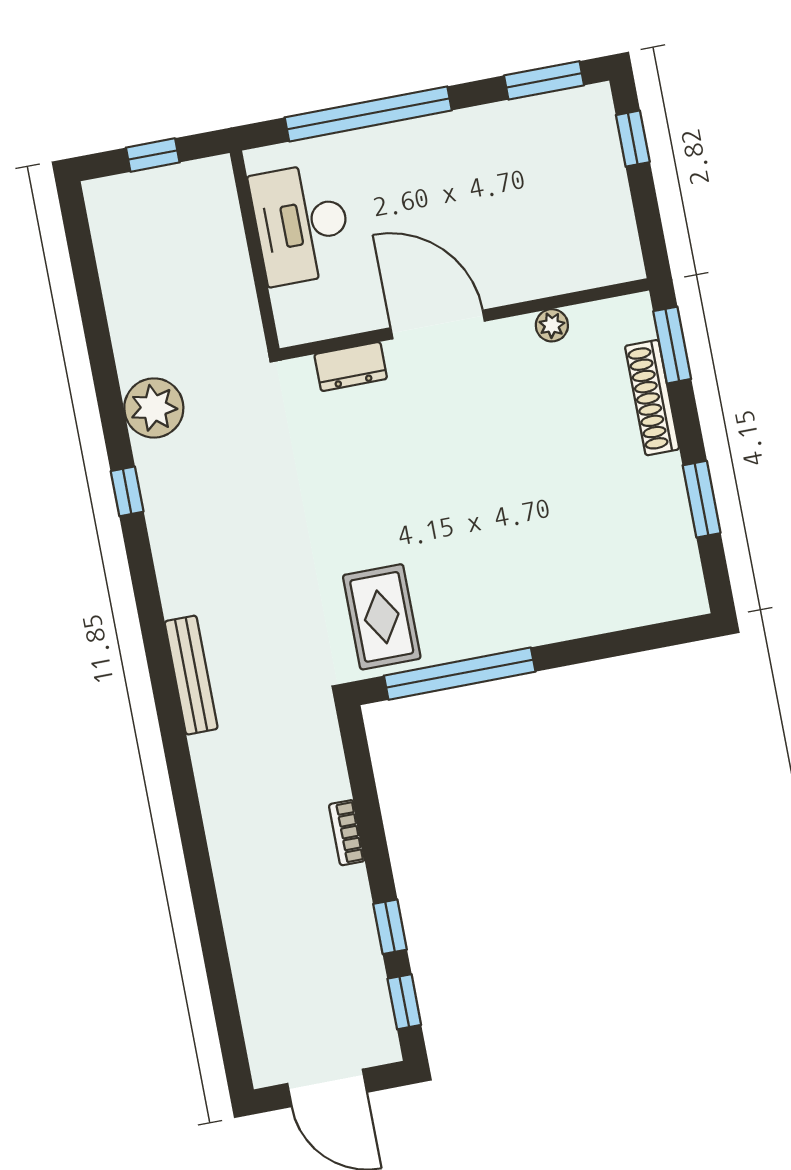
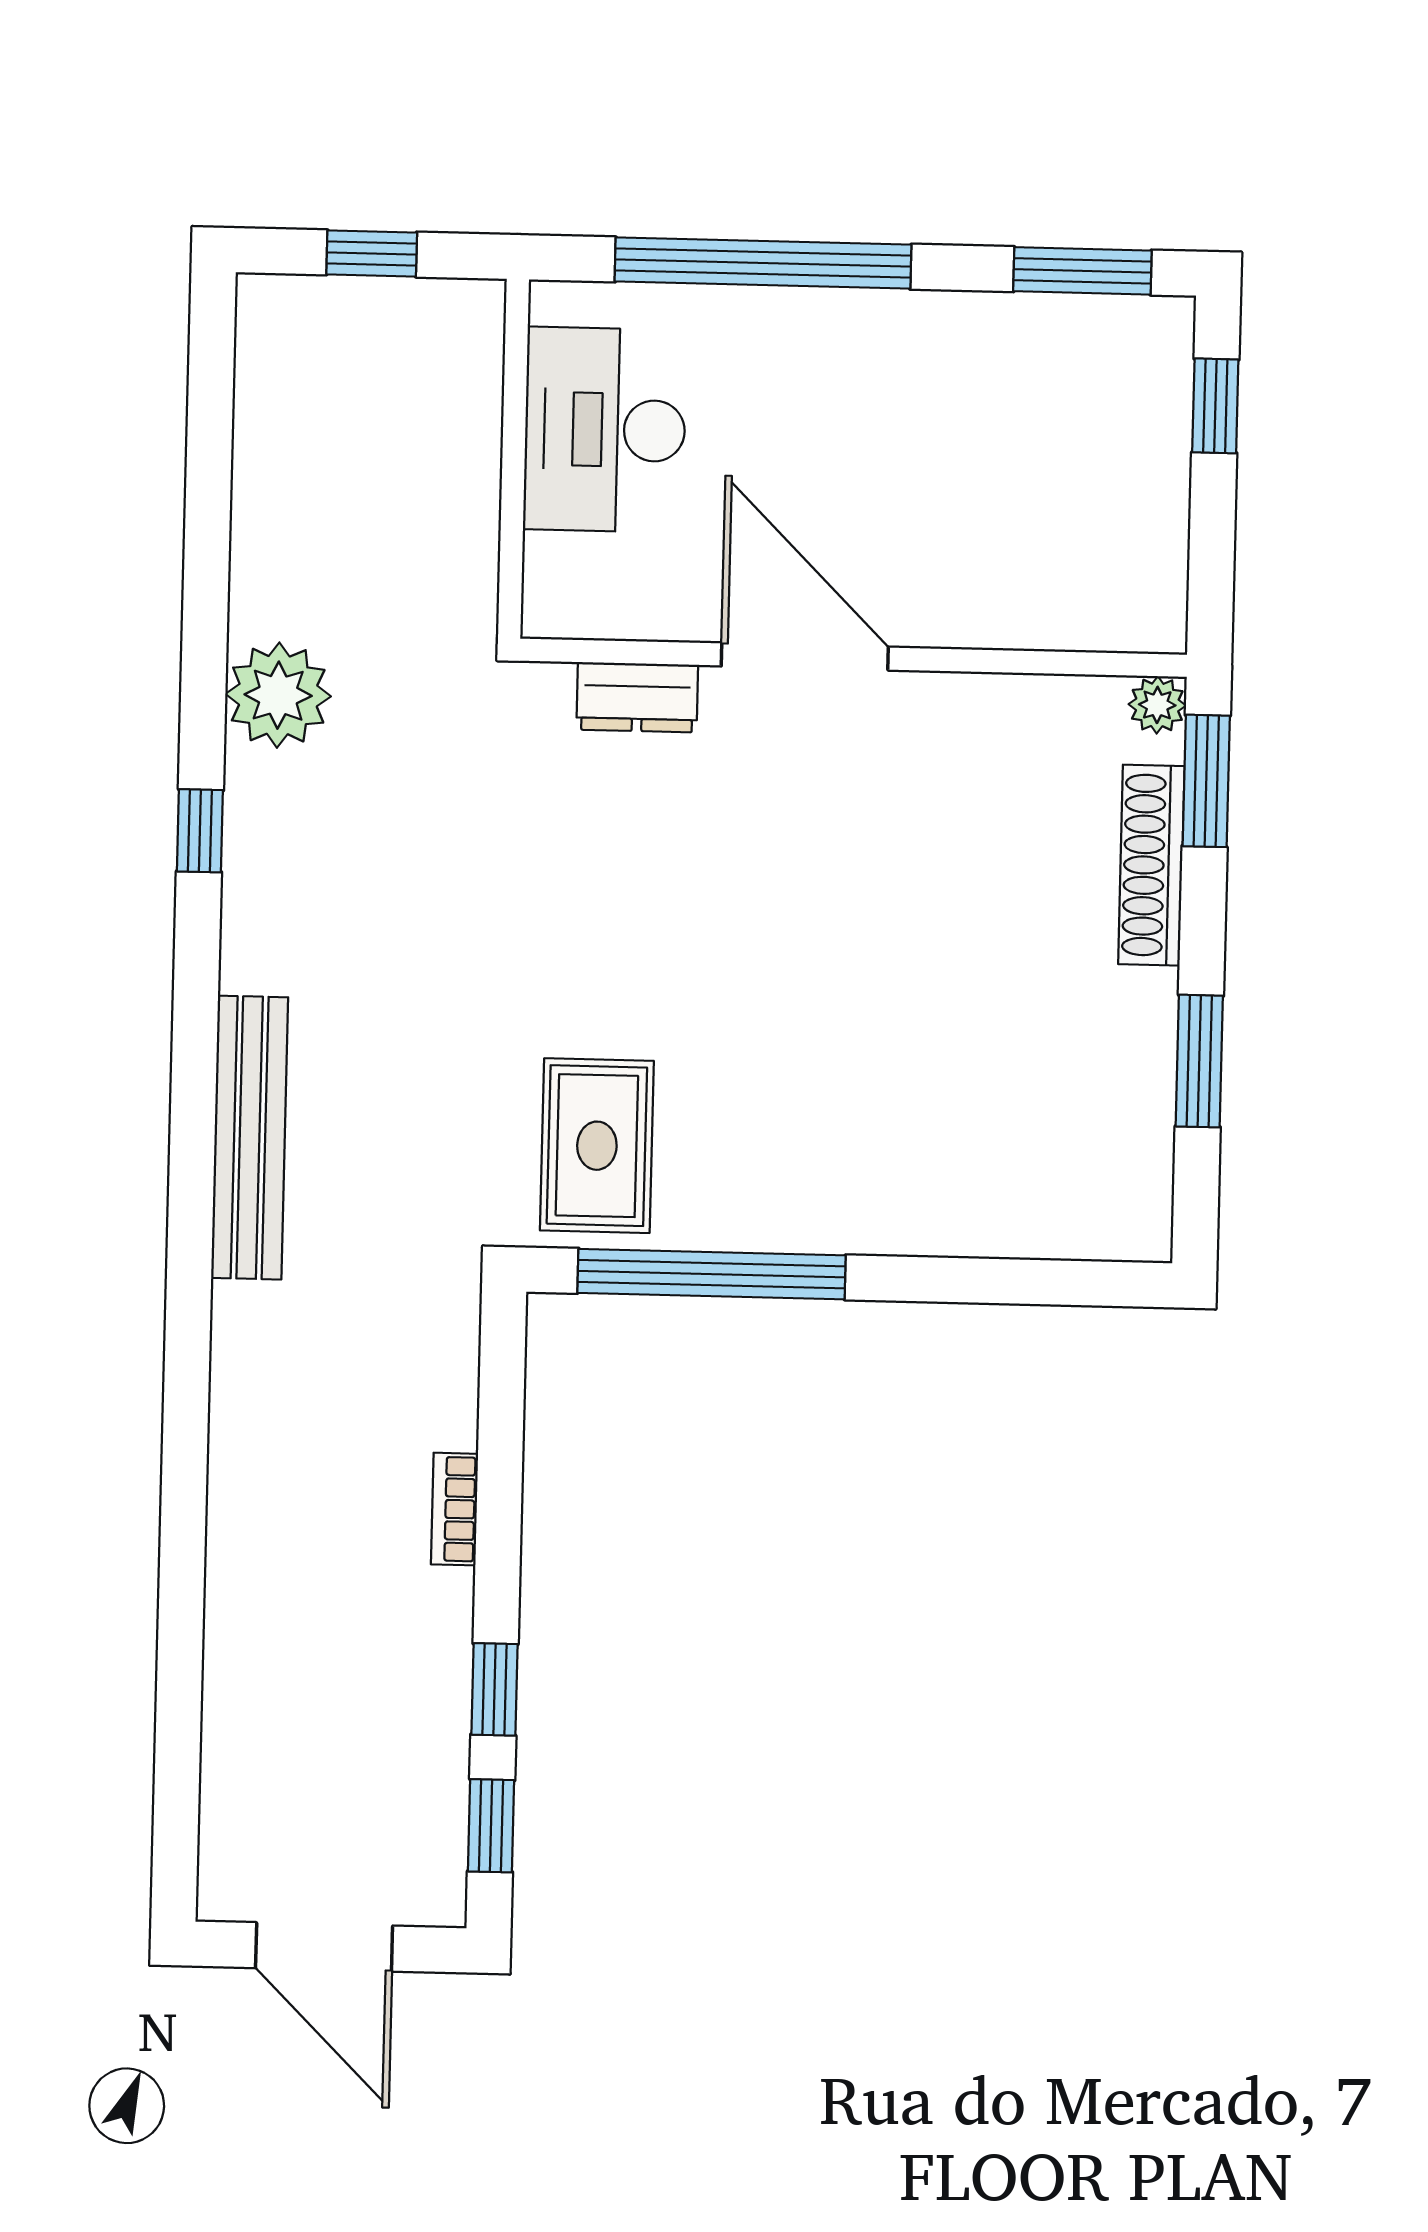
plant: (552, 325) -> (1157, 705), moved
bench: (191, 675) -> (250, 1138), width x1.37, depth x1.21

